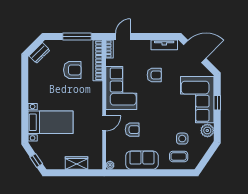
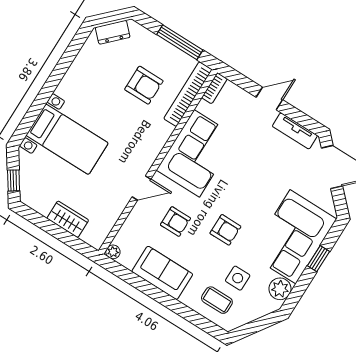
door: (123, 37) -> (269, 98), moved
armchair: (154, 75) -> (225, 230), moved

